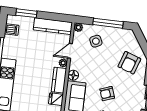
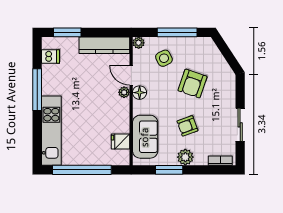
door: (70, 51) -> (131, 75), hinge flipped
armchair: (129, 63) -> (192, 84), moved
floor lamp: (73, 75) -> (140, 93), moved
kitchen counter: (59, 80) -> (121, 116), removed

